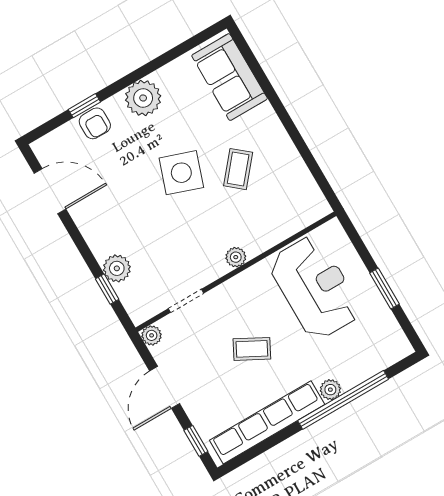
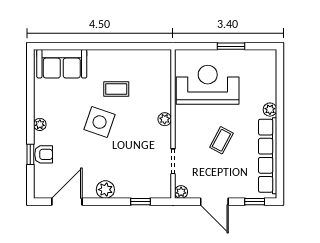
plant: (143, 98) -> (40, 124), width x0.53, depth x0.53
coffee table: (238, 169) -> (116, 89), turned -40
plant: (117, 268) -> (105, 190), moved
window: (343, 400) -> (280, 106), removed

